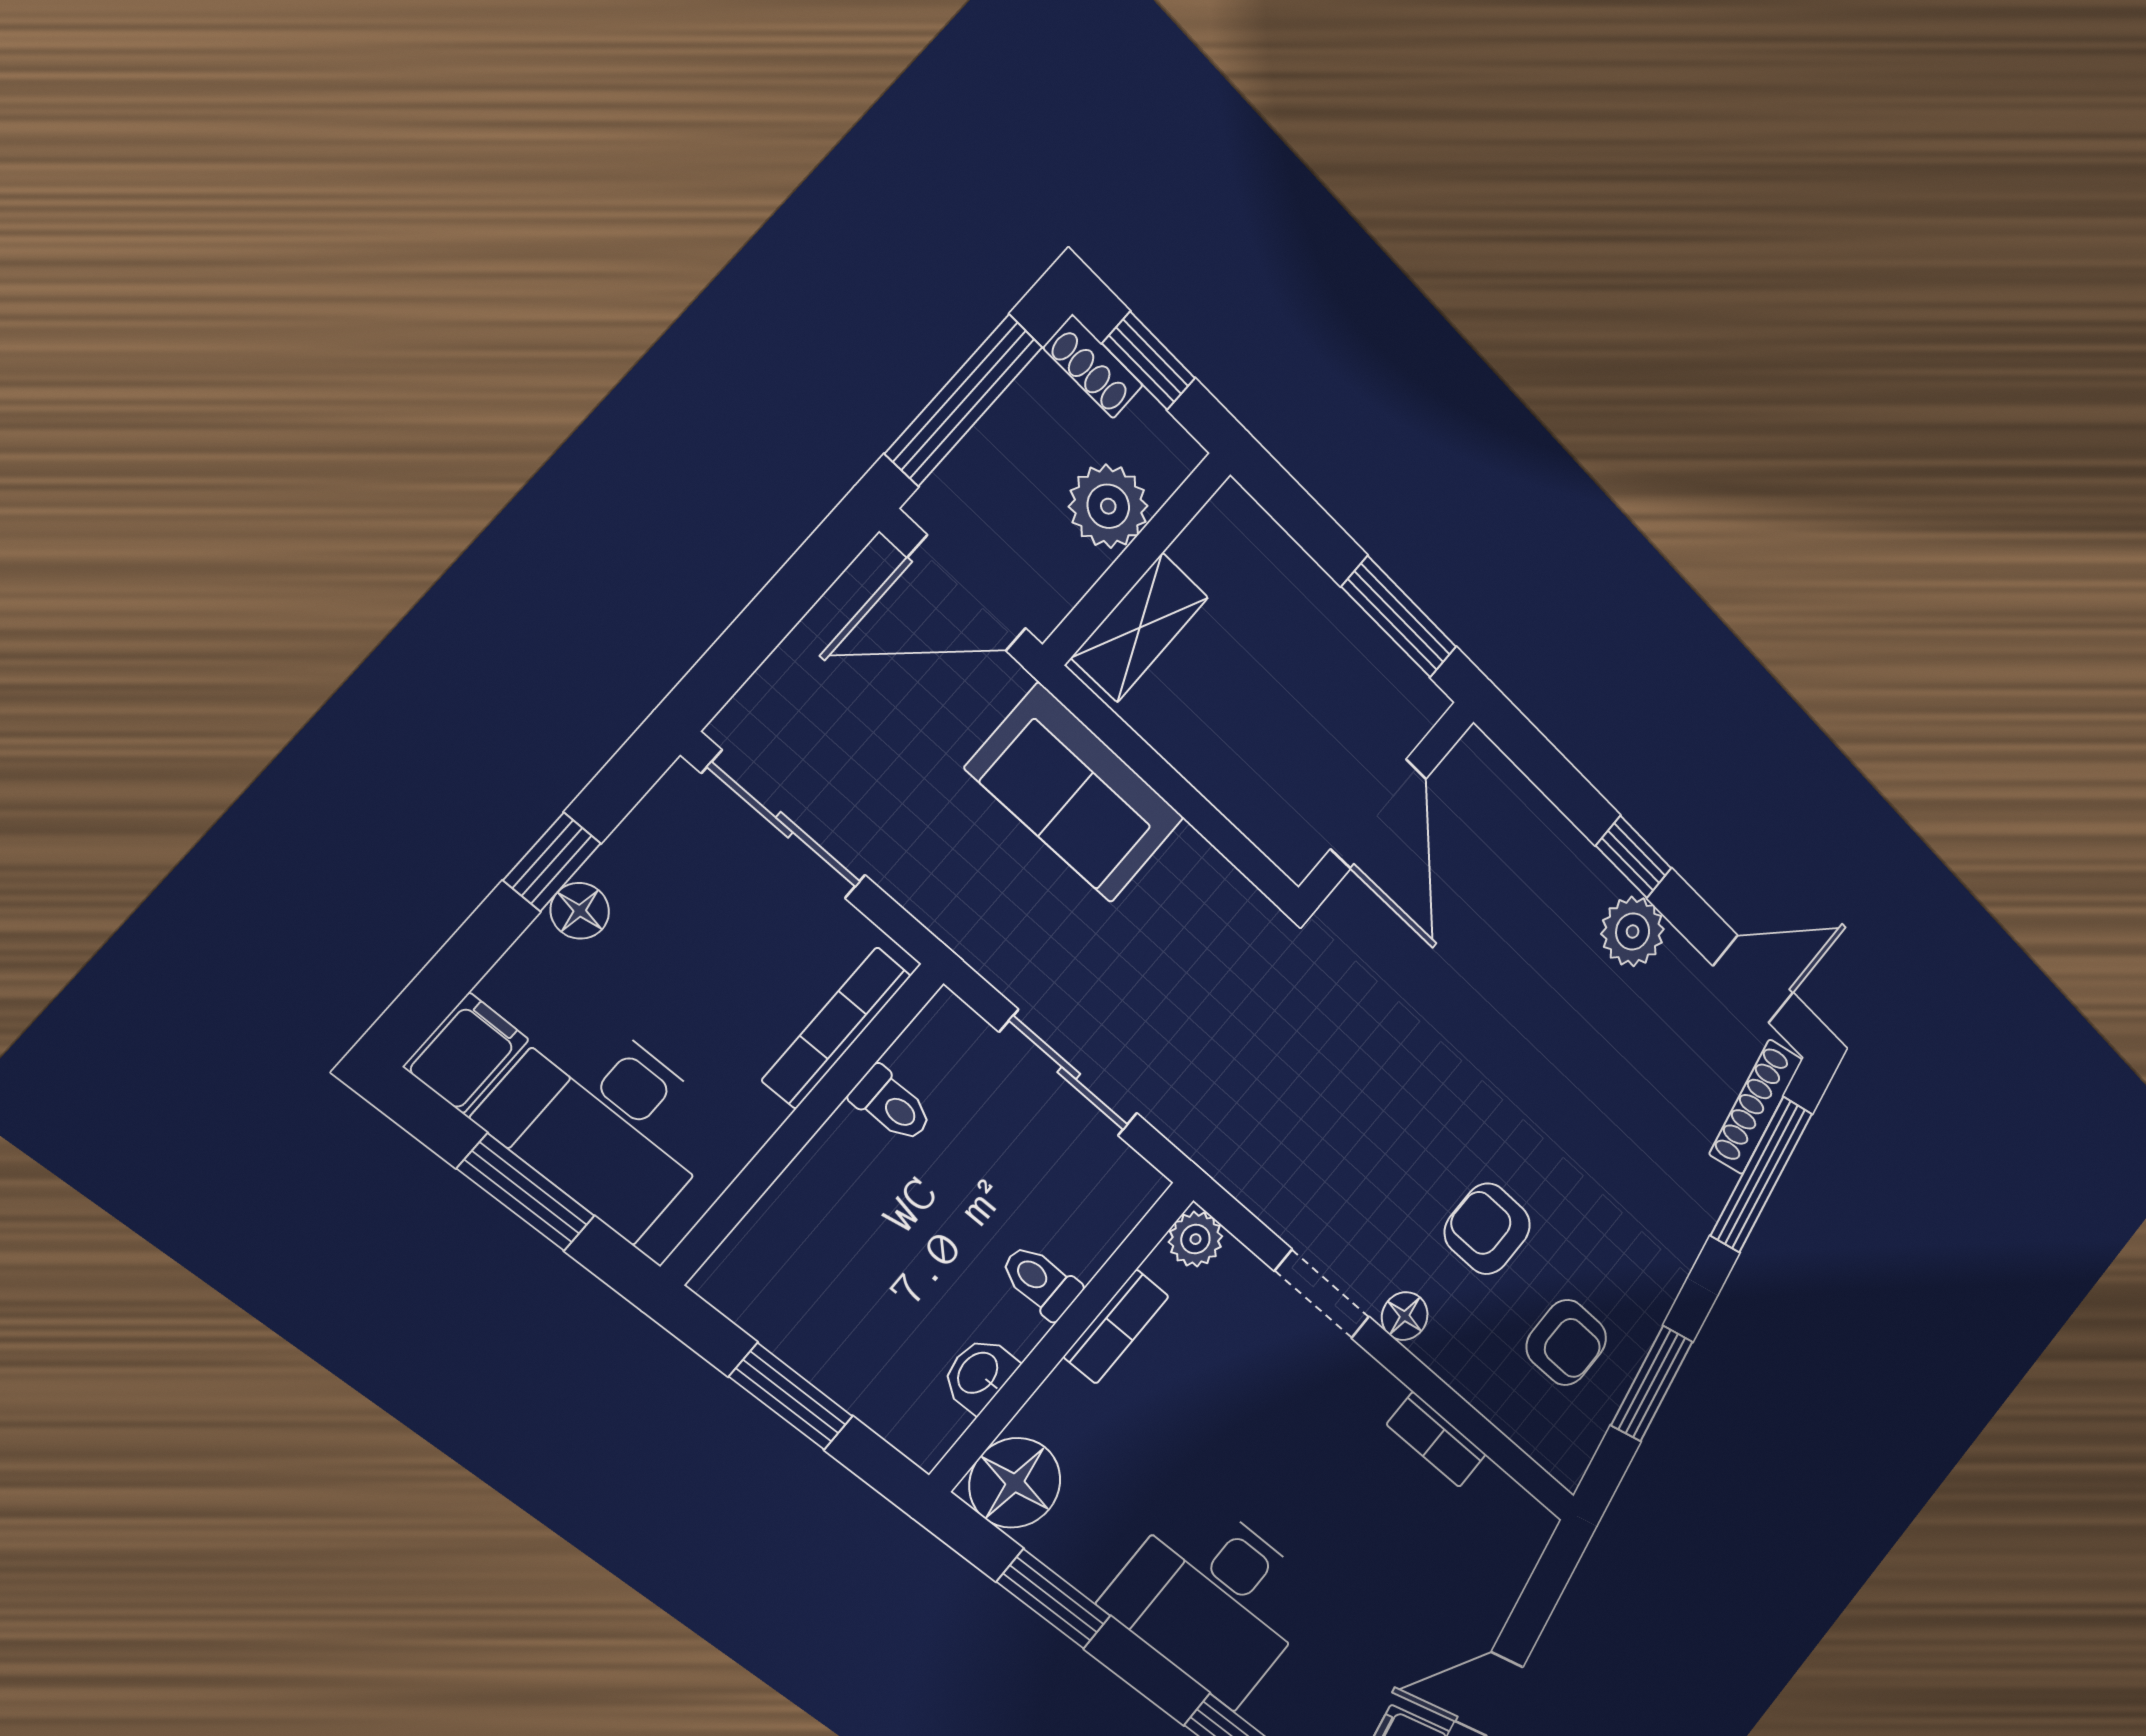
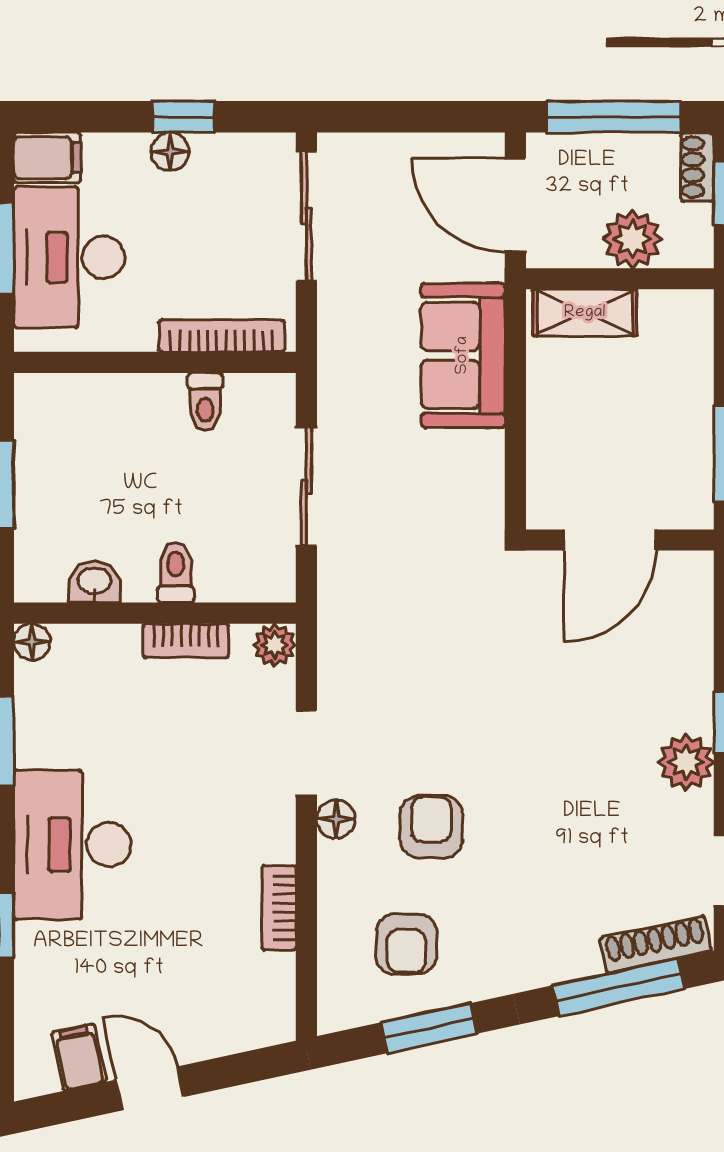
floor lamp: (1015, 1483) -> (32, 642), width x0.53, depth x0.53

